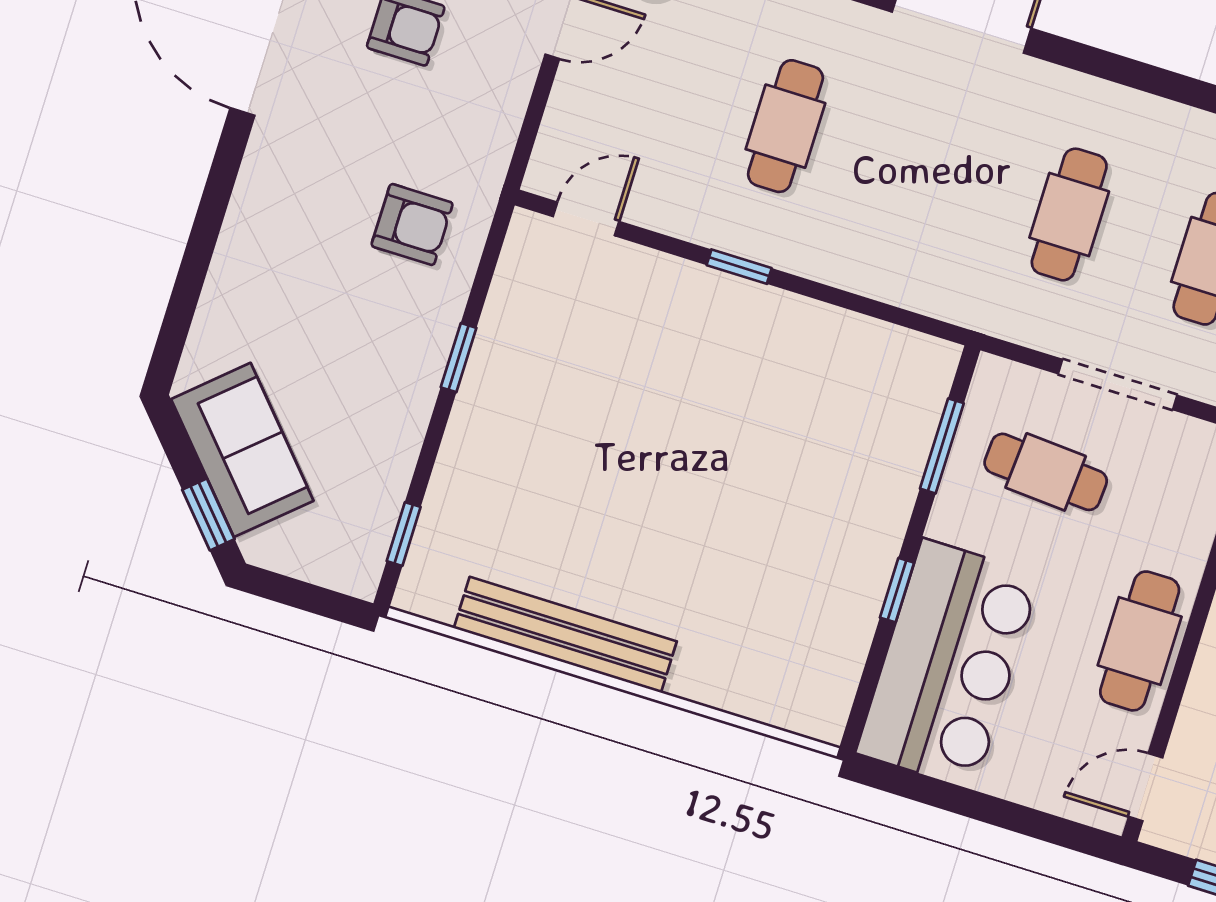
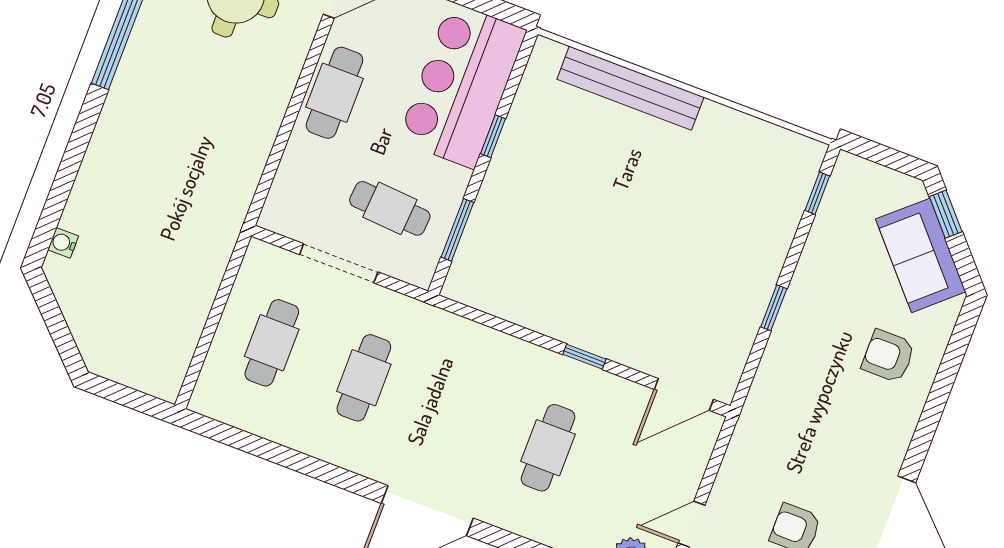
door: (586, 219) -> (684, 394), width x1.37
armchair: (412, 224) -> (888, 356), moved
bench: (565, 635) -> (630, 88), moved

